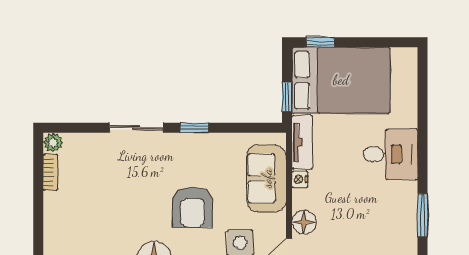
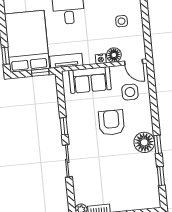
nightstand: (300, 179) -> (101, 59), moved
armchair: (192, 207) -> (111, 123), turned -90
side table: (359, 240) -> (122, 21), added

